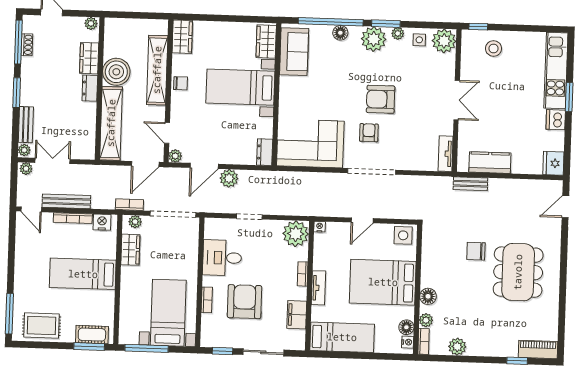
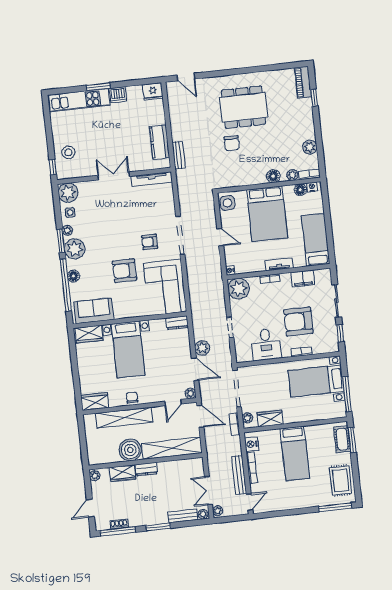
armchair: (381, 99) -> (124, 271), moved, turned 90
tv unit: (446, 154) -> (152, 179), width x1.41

